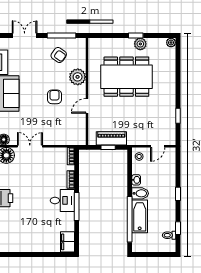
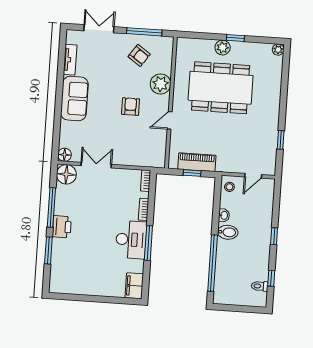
plant: (140, 44) -> (223, 48), moved
desk: (62, 200) -> (131, 240), width x1.37
bathtub: (140, 216) -> (225, 261), removed

